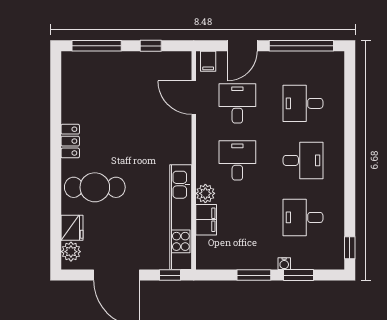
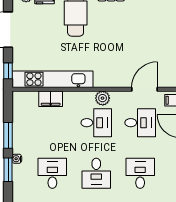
plant: (205, 193) -> (103, 98), moved

